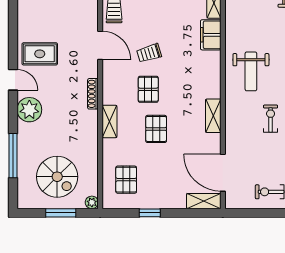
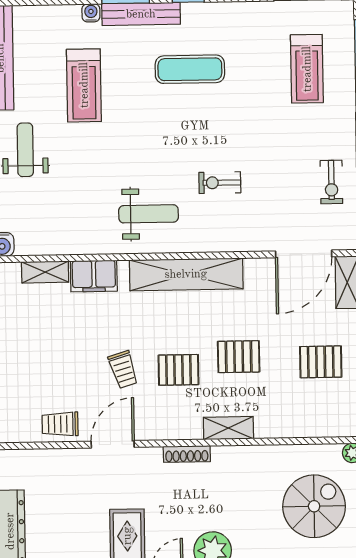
shelving: (213, 116) -> (186, 274), width x2.20, depth x1.33
pallet: (126, 180) -> (321, 362), moved

